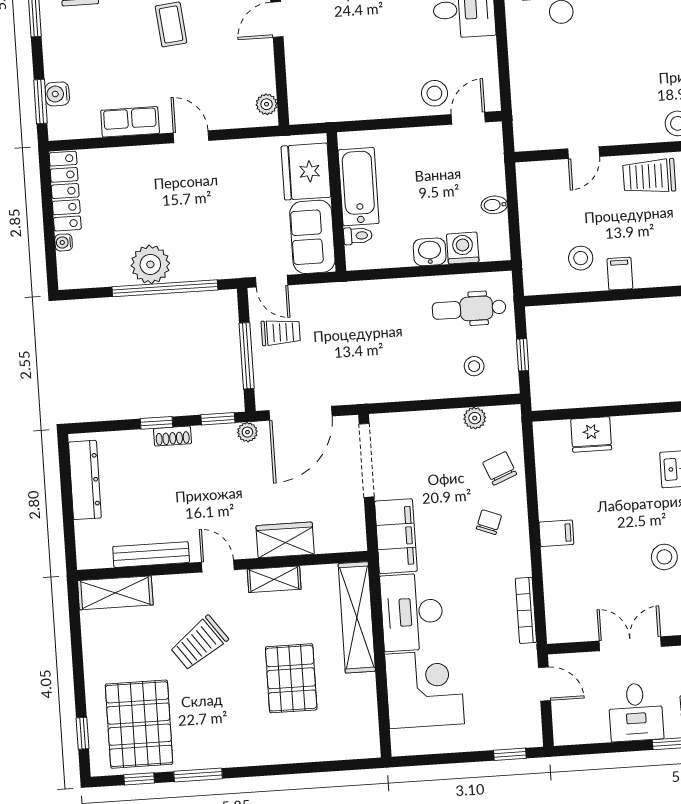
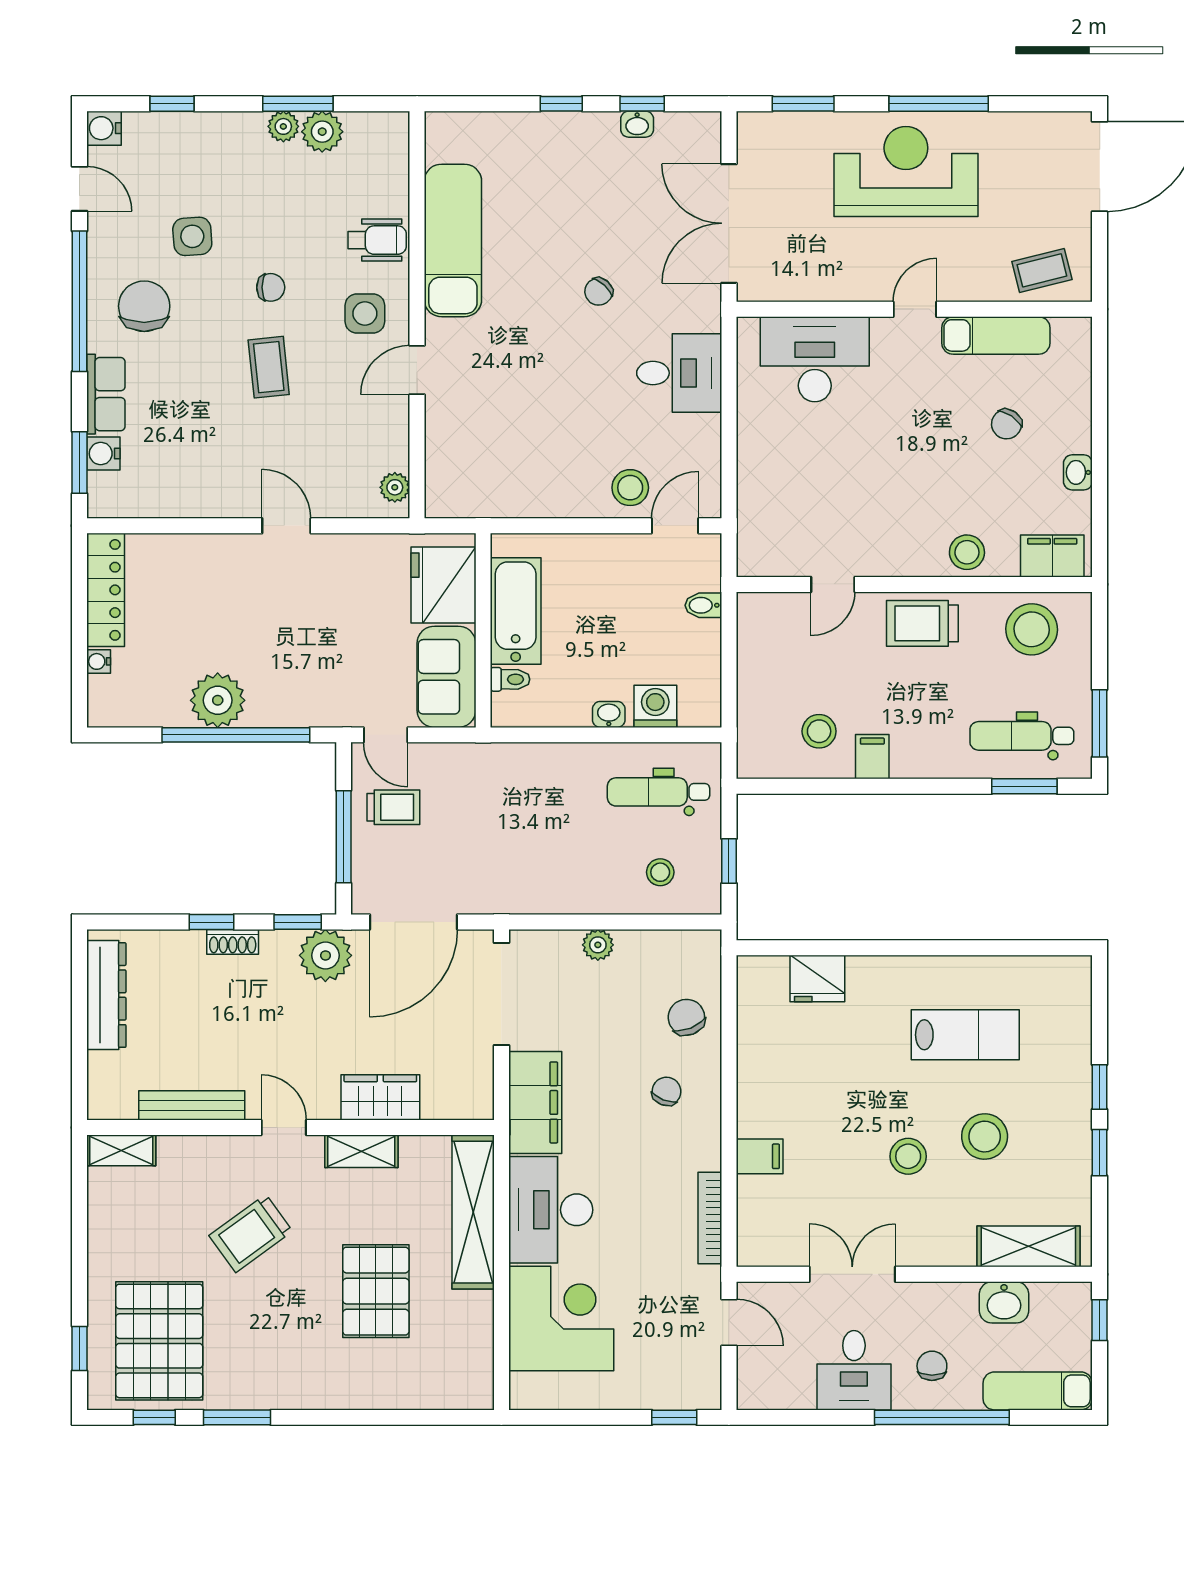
row of seats: (130, 122) -> (106, 394), moved, turned 90
bidet: (494, 205) -> (703, 605), moved
washbasin: (430, 252) -> (609, 714), width x0.72, depth x0.69
plant: (475, 418) -> (598, 945), moved
plant: (247, 432) -> (325, 955), width x1.88, depth x1.88
filing cabinet: (556, 533) -> (760, 1156), moved
shelving: (115, 593) -> (121, 1150), width x0.67, depth x0.75

